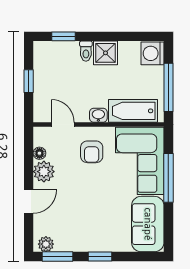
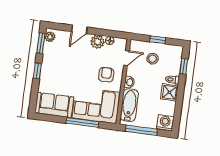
stool: (58, 85) -> (153, 59), added
armchair: (92, 152) -> (106, 75), turned 90
door: (29, 202) -> (79, 29), hinge flipped

